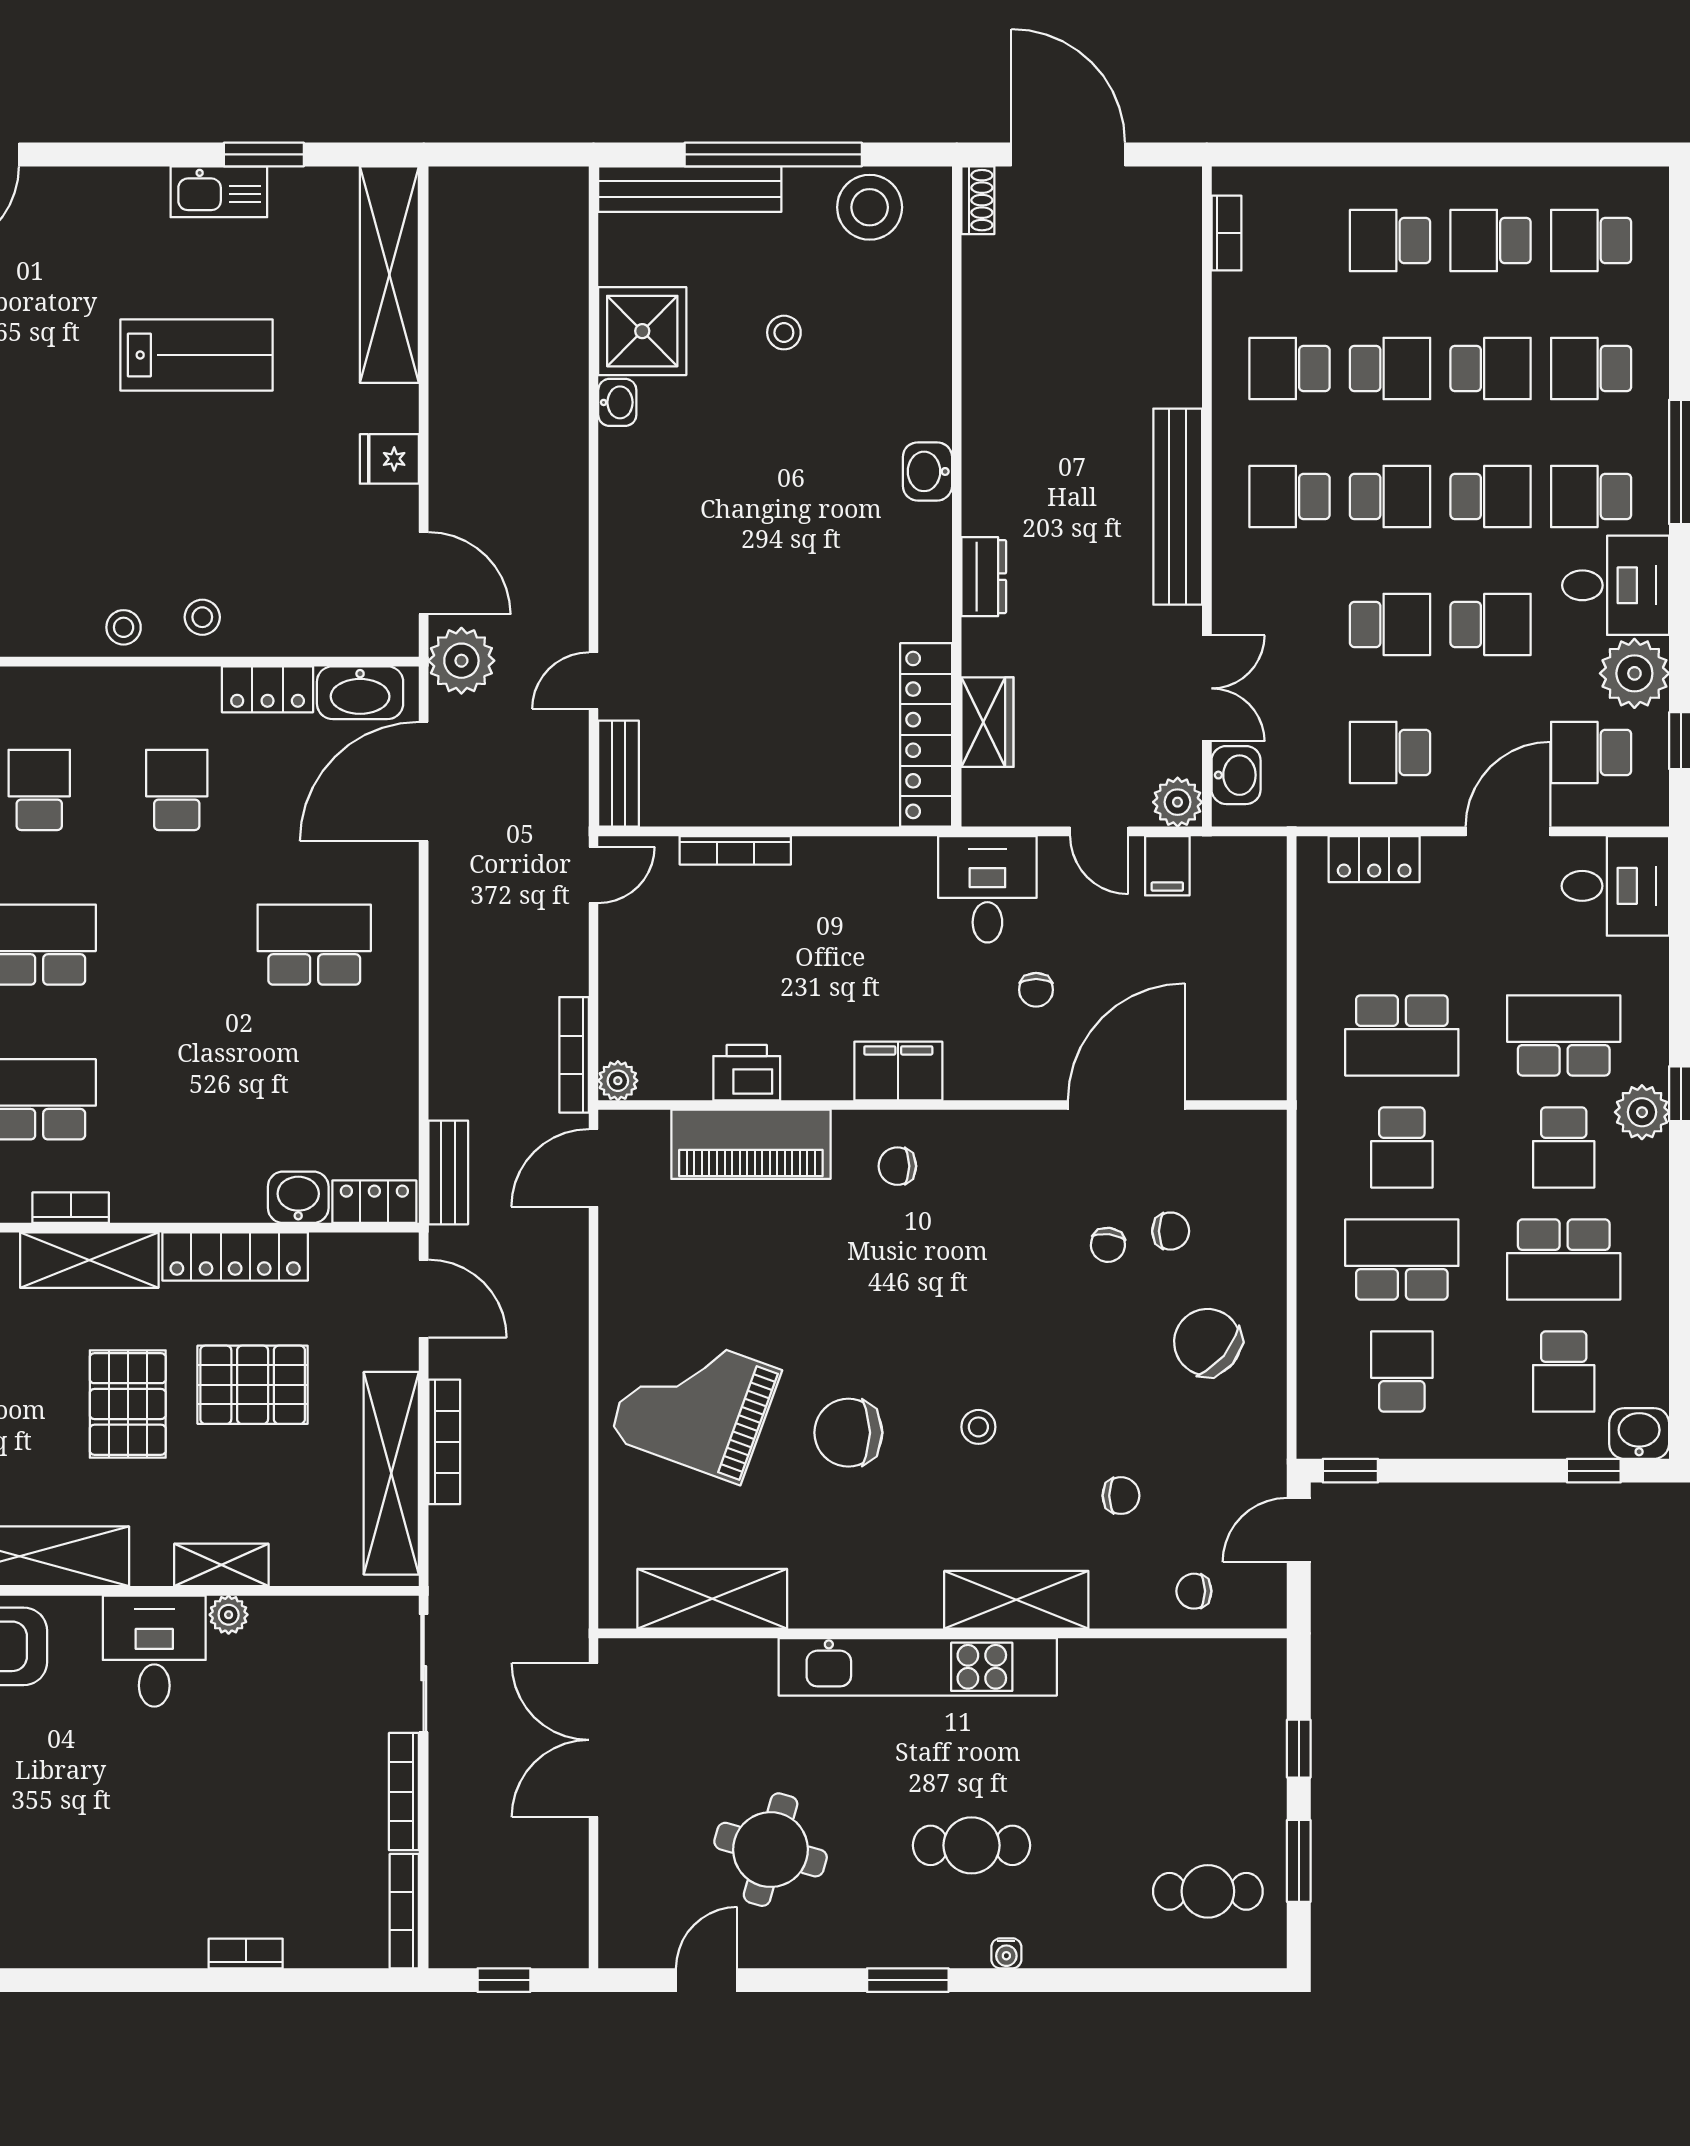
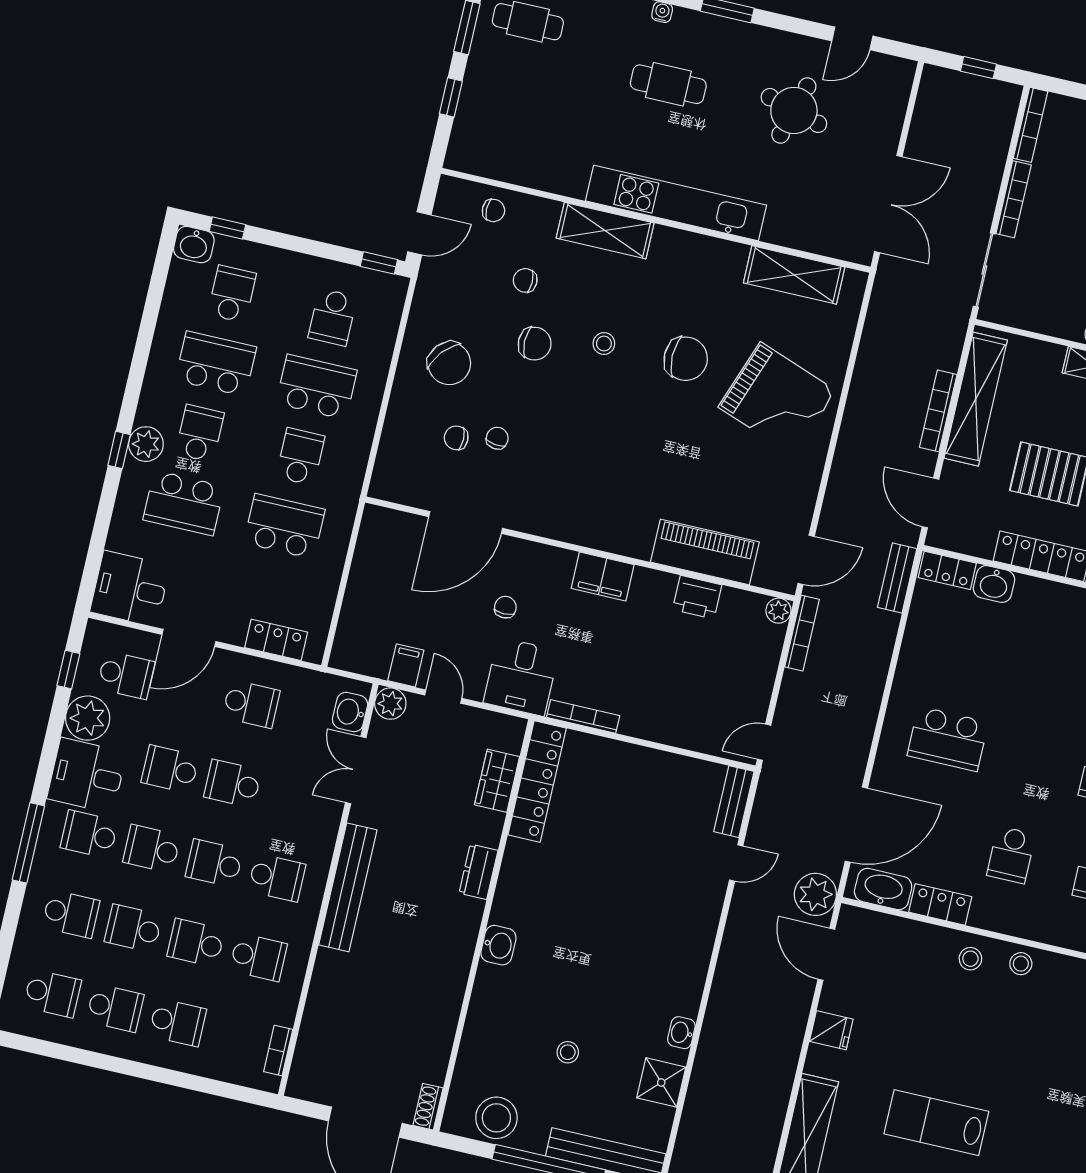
shower: (642, 331) -> (661, 1082), width x0.73, depth x0.73
school desk: (1591, 496) -> (89, 834), turned 180
bookcase: (735, 850) -> (583, 716), moved
chair: (897, 1166) -> (535, 344), moved, width x1.37, depth x1.37
school desk: (1402, 1260) -> (316, 387), turned 180

